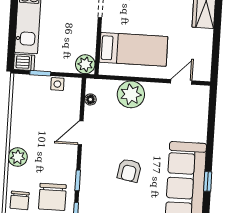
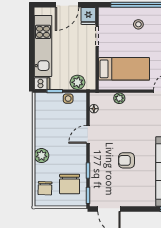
plant: (85, 64) -> (78, 82), moved
plant: (131, 94) -> (119, 98), width x0.53, depth x0.53
armchair: (129, 170) -> (126, 160), turned 80

